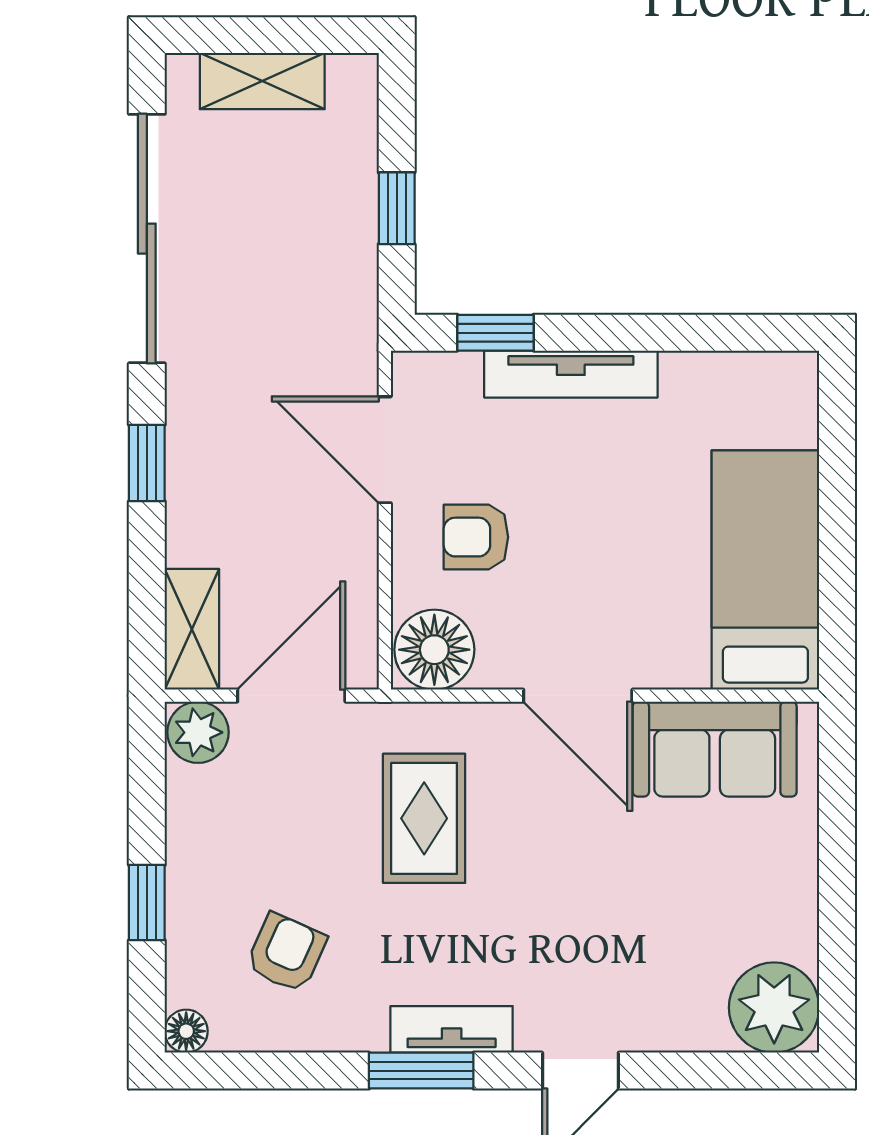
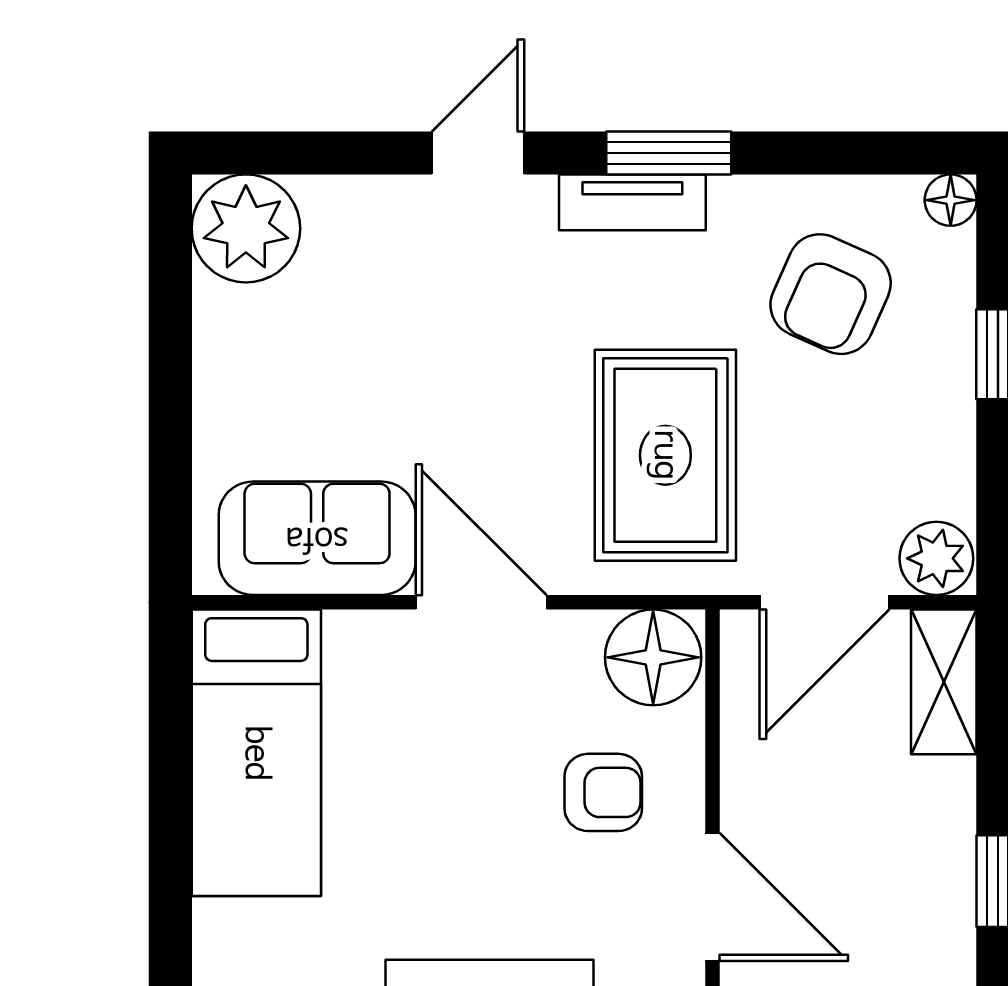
rug: (424, 818) -> (665, 455), width x1.36, depth x1.43
armchair: (286, 953) -> (831, 294), width x1.38, depth x1.38

